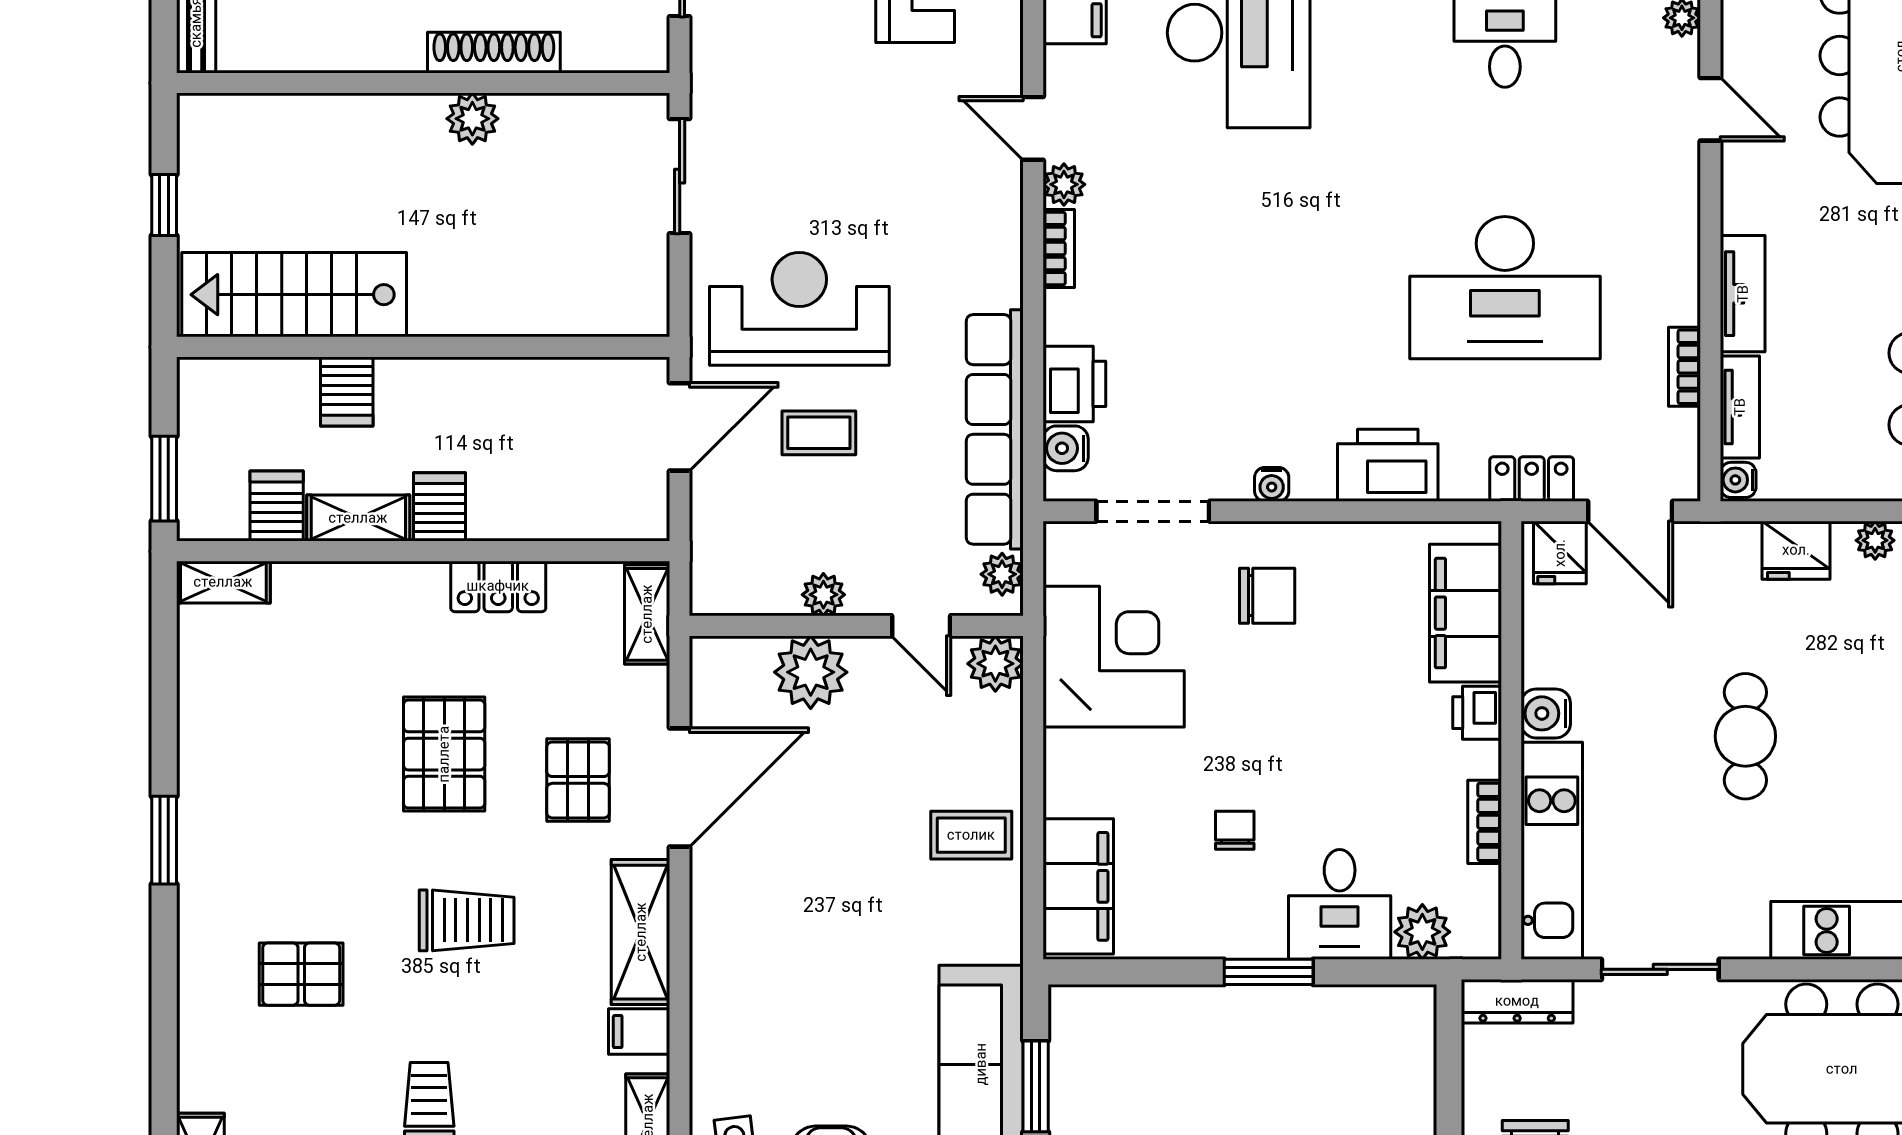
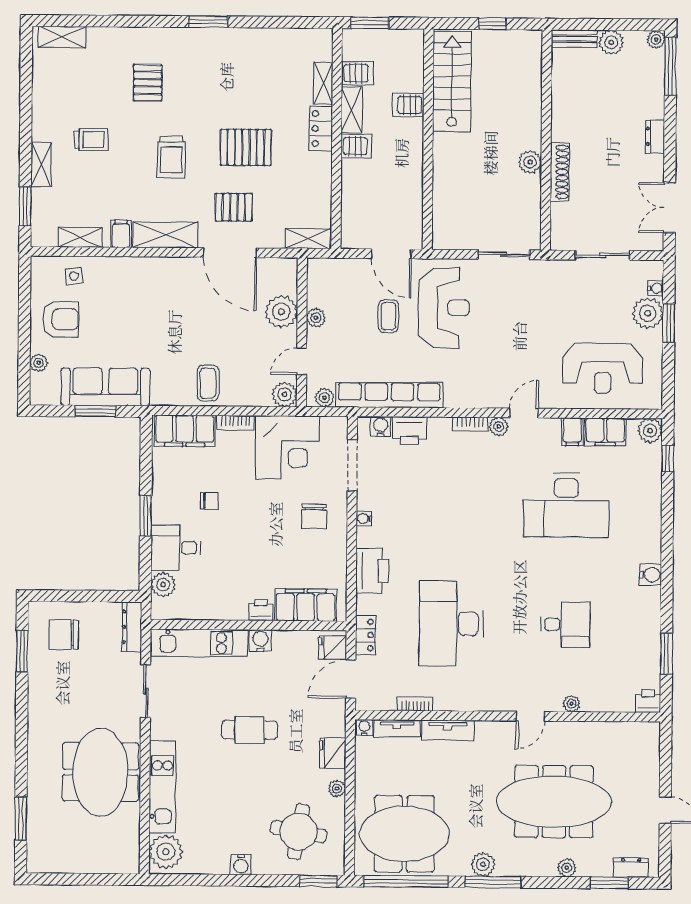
shelving: (223, 582) -> (323, 83), moved
locker: (498, 586) -> (321, 129), moved
bookcase: (1485, 822) -> (235, 423), moved, turned 180

